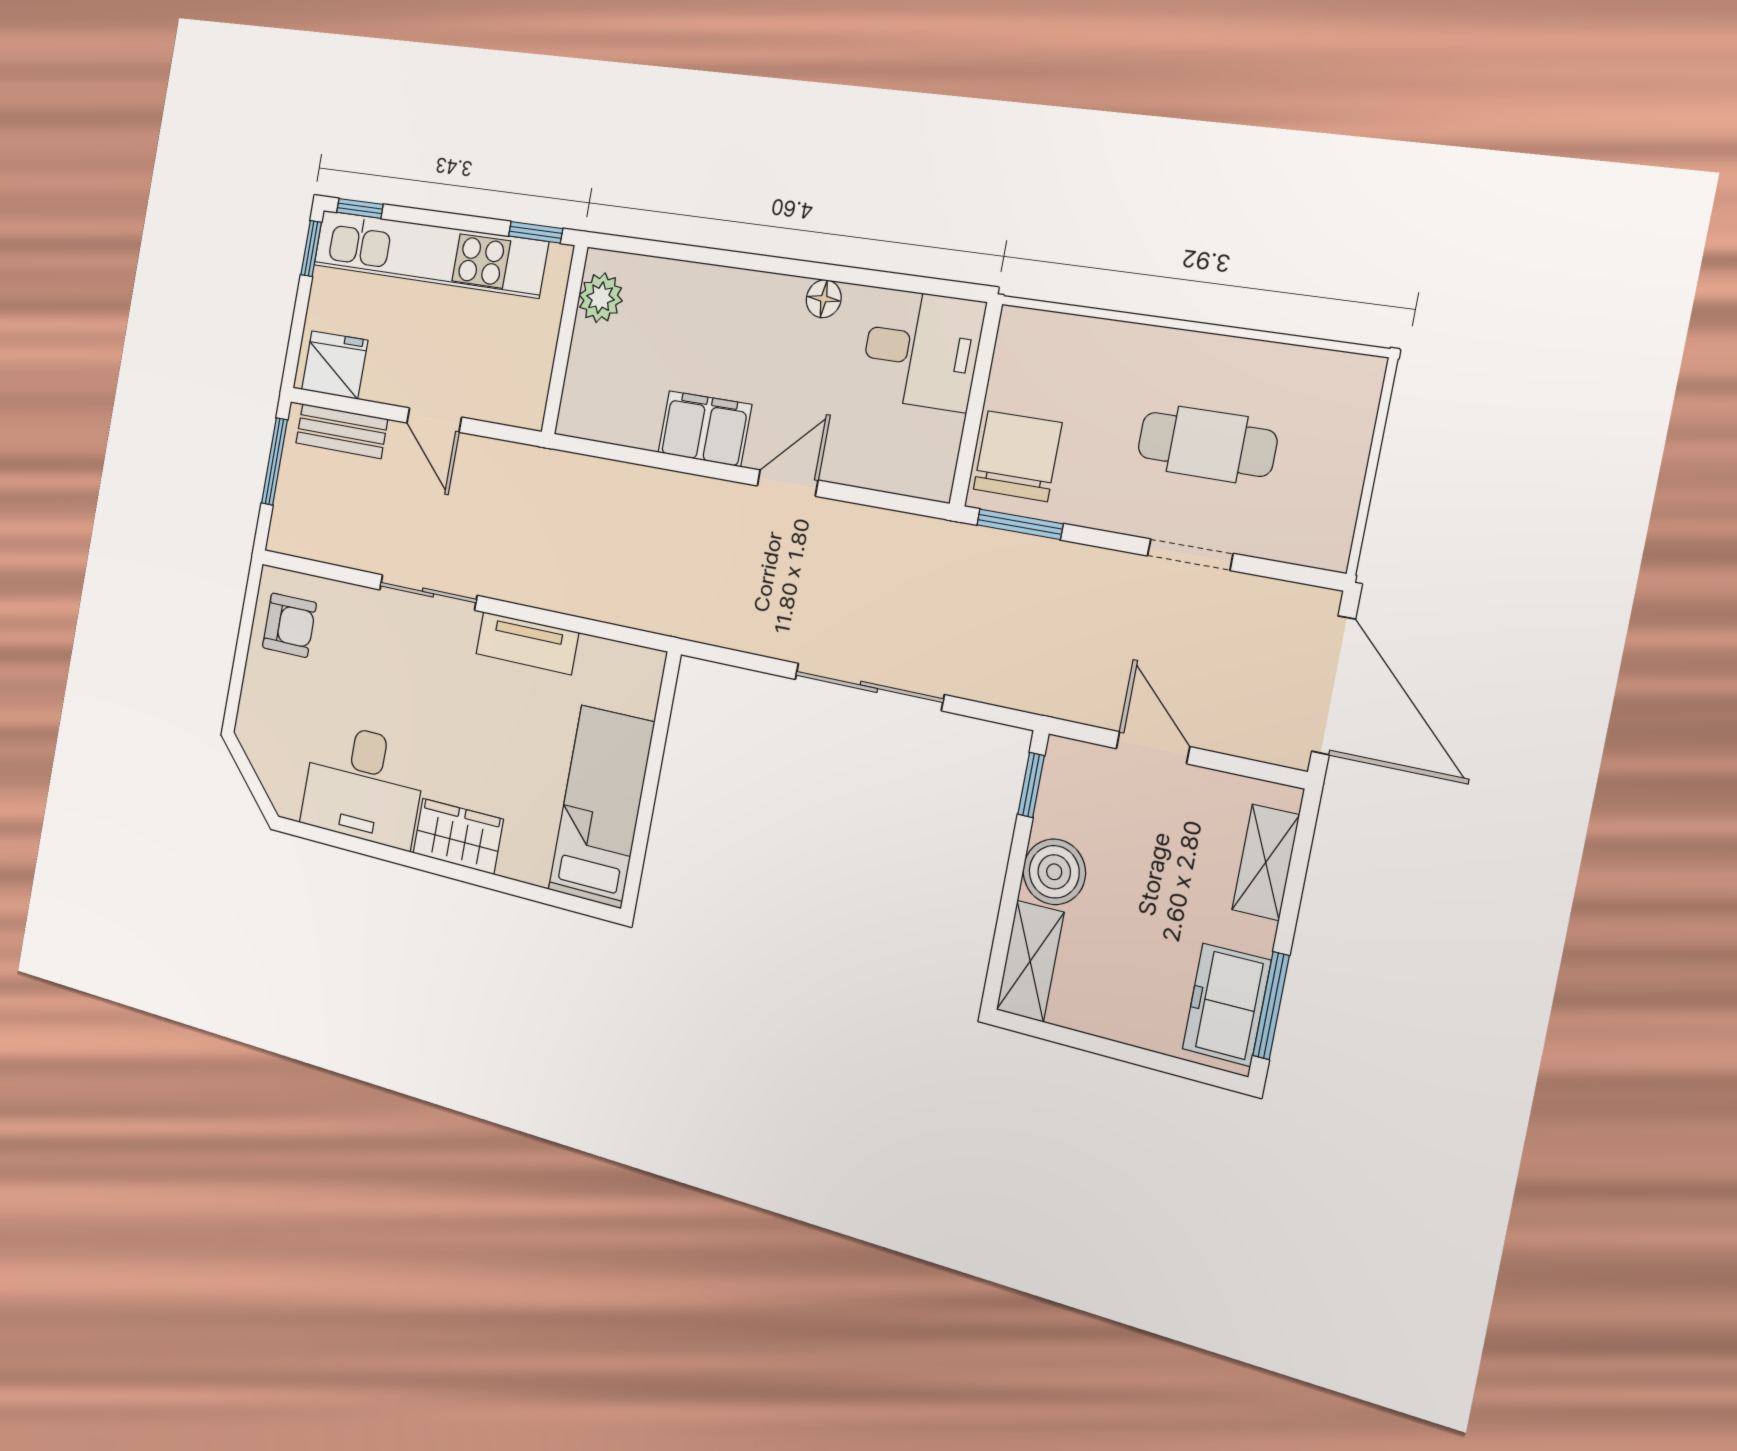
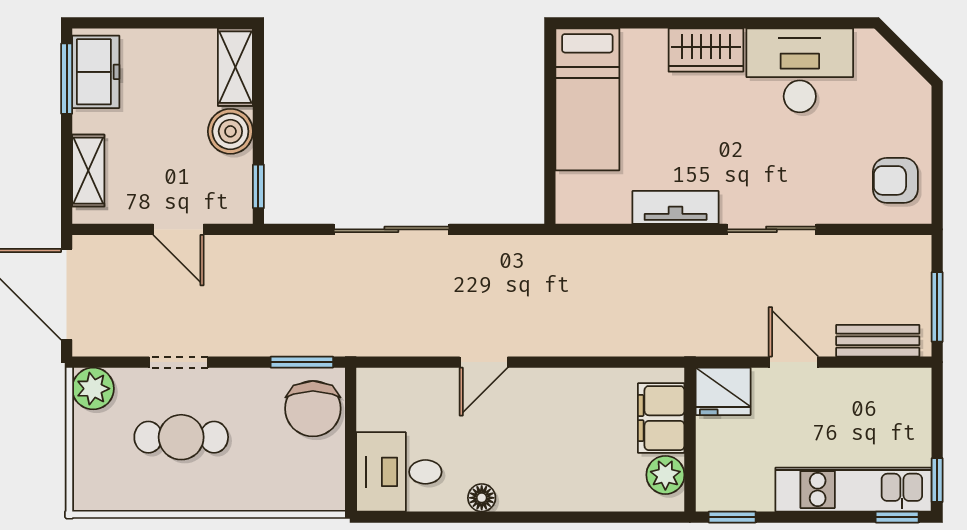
kitchen unit: (429, 253) -> (854, 490), width x0.73
fridge: (335, 365) -> (723, 391), moved
filing cabinet: (705, 429) -> (661, 418), moved, turned 90
plant: (1322, 537) -> (93, 389), added

